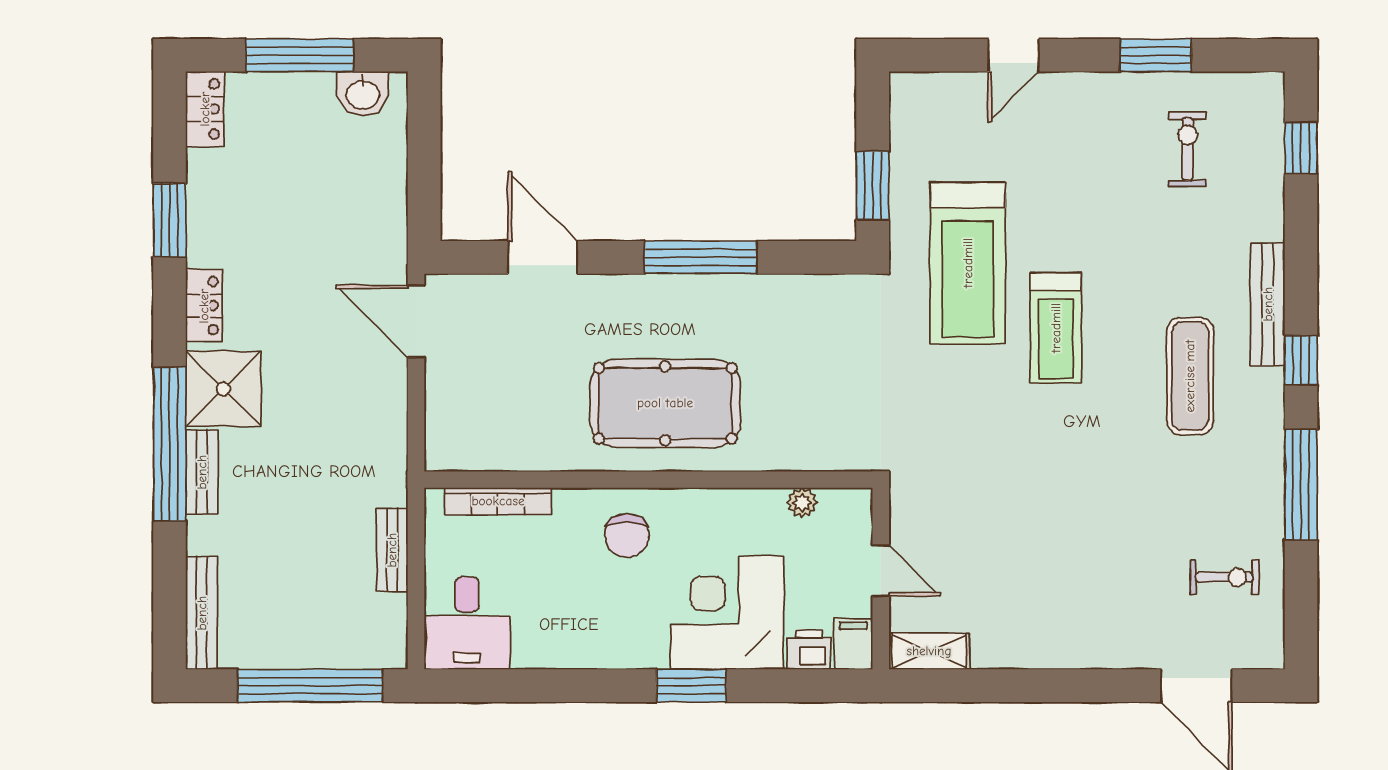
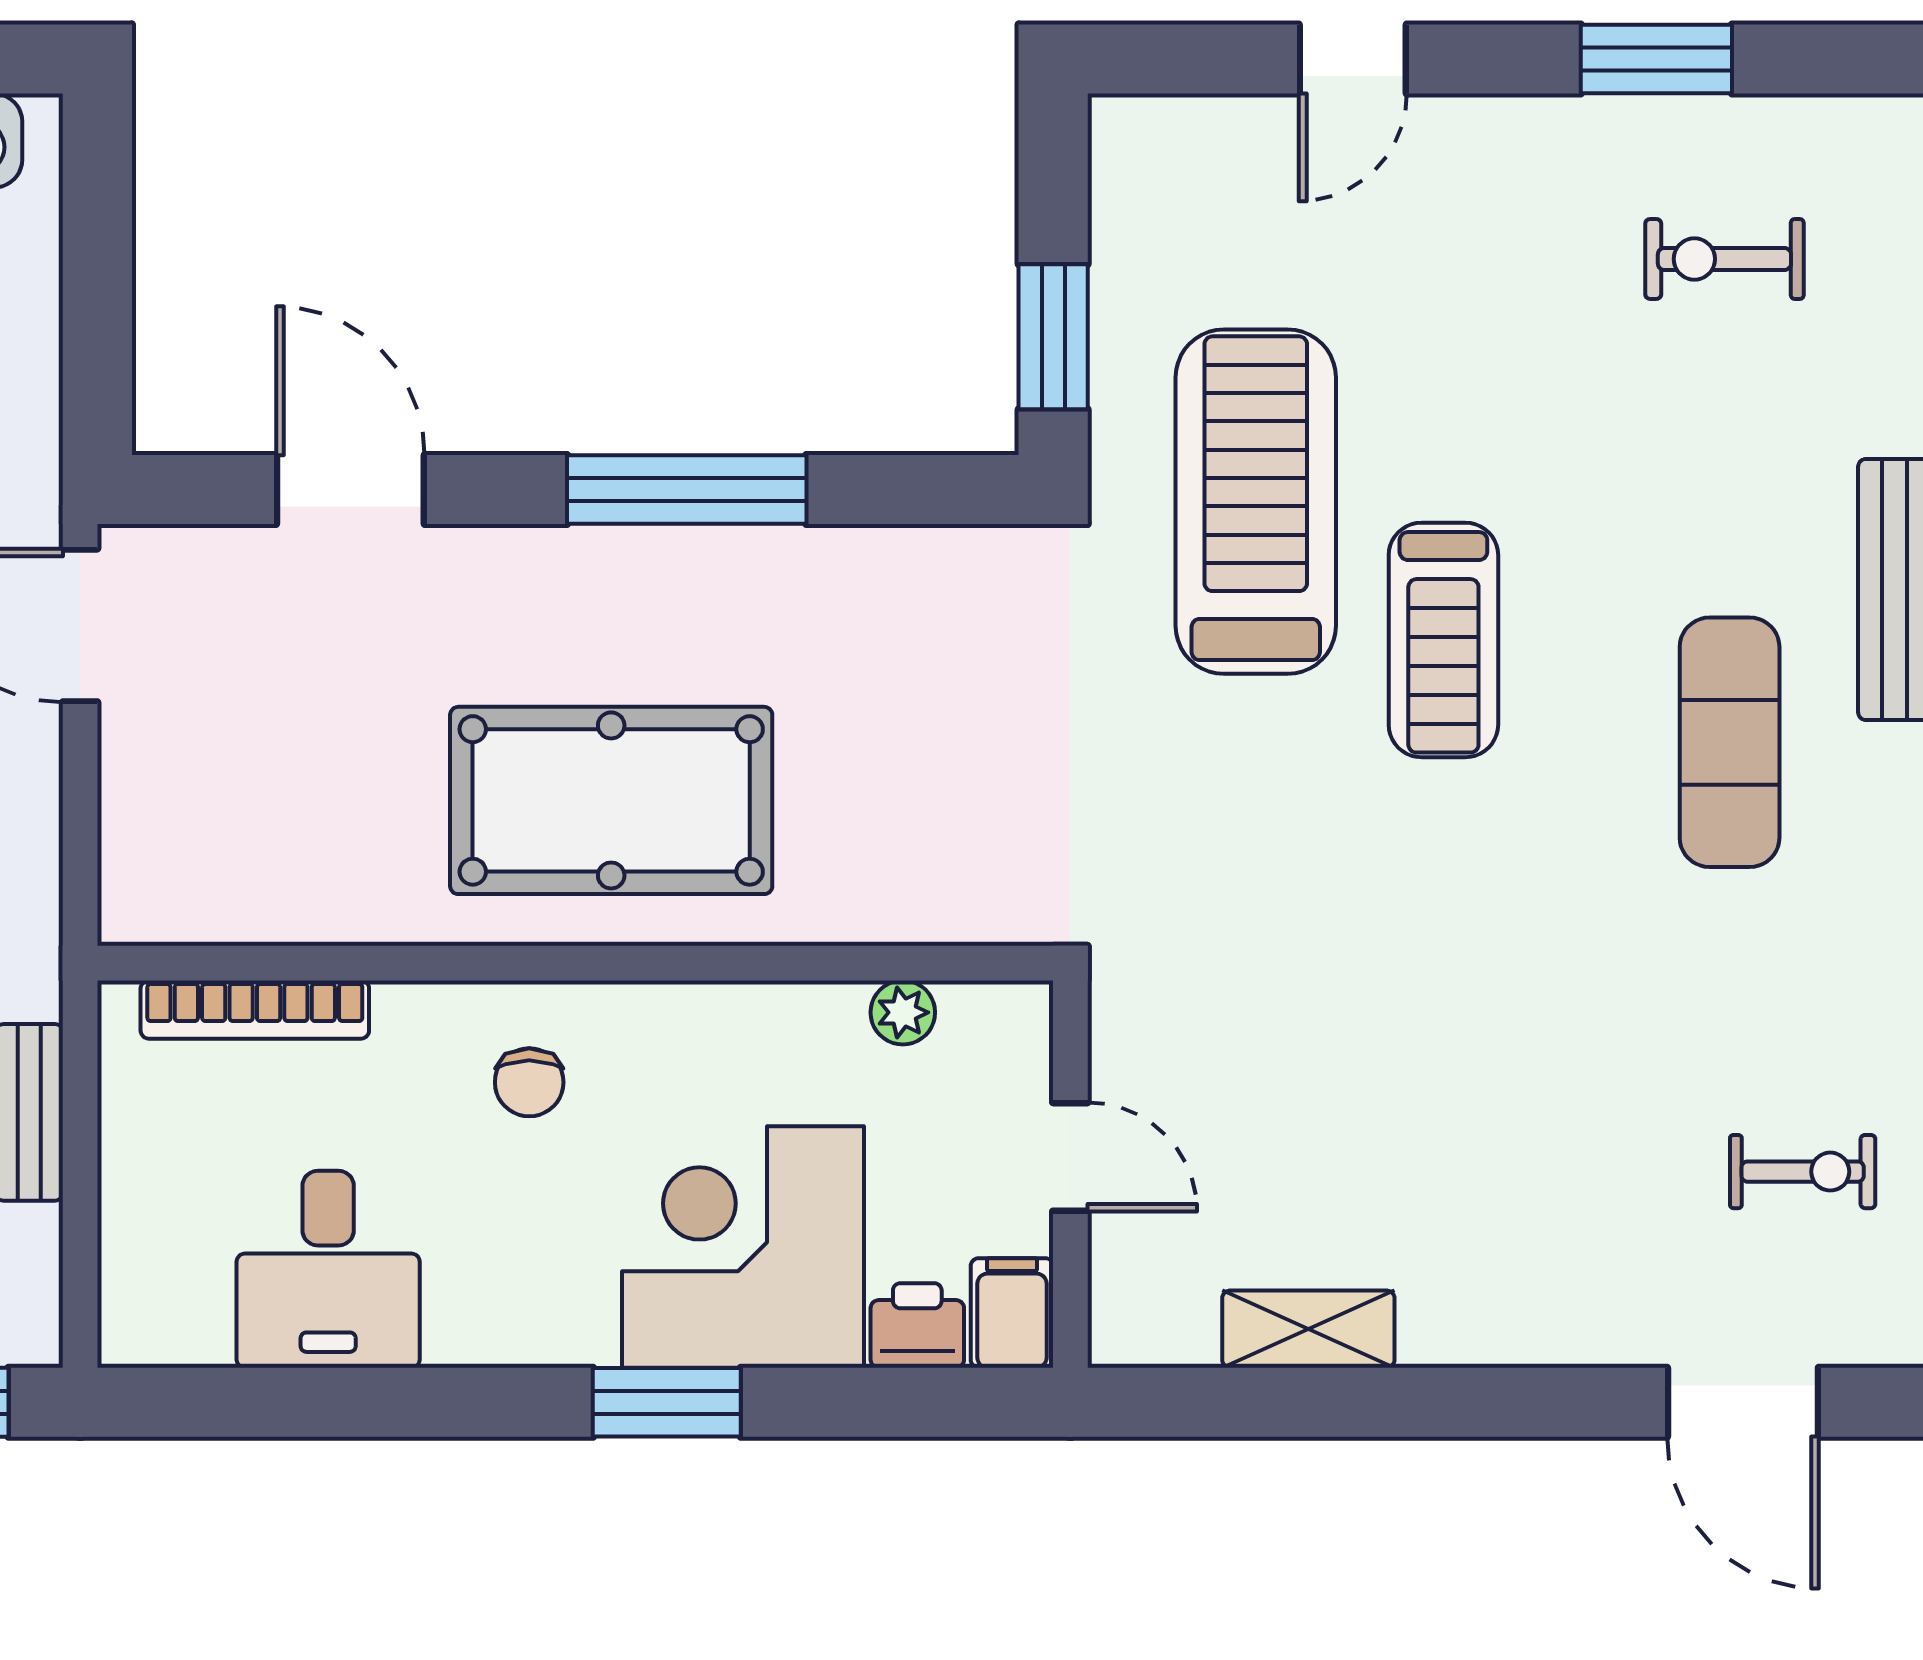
exercise bike: (1188, 149) -> (1724, 259), turned -90
treadmill: (968, 263) -> (1256, 502), turned 180
chair: (627, 536) -> (529, 1082), width x0.73, depth x0.73
desk: (467, 623) -> (328, 1269), moved
shelving: (929, 651) -> (1308, 1329), moved

